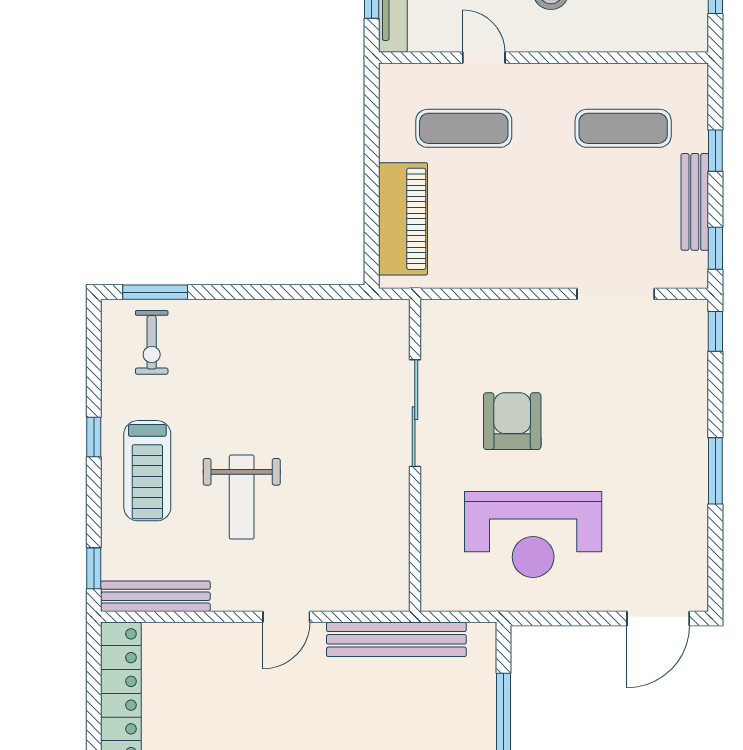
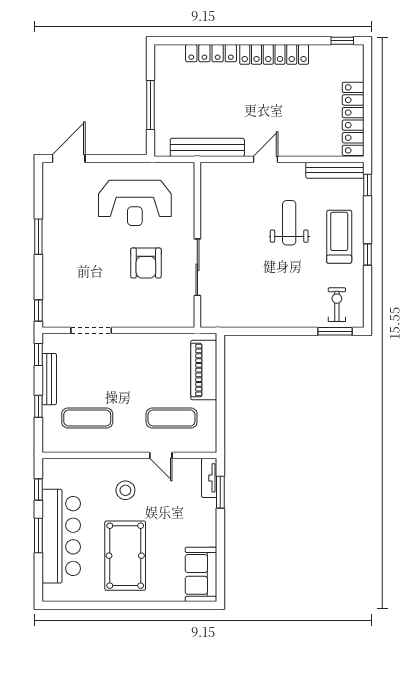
reception desk: (533, 535) -> (135, 203), turned 180

